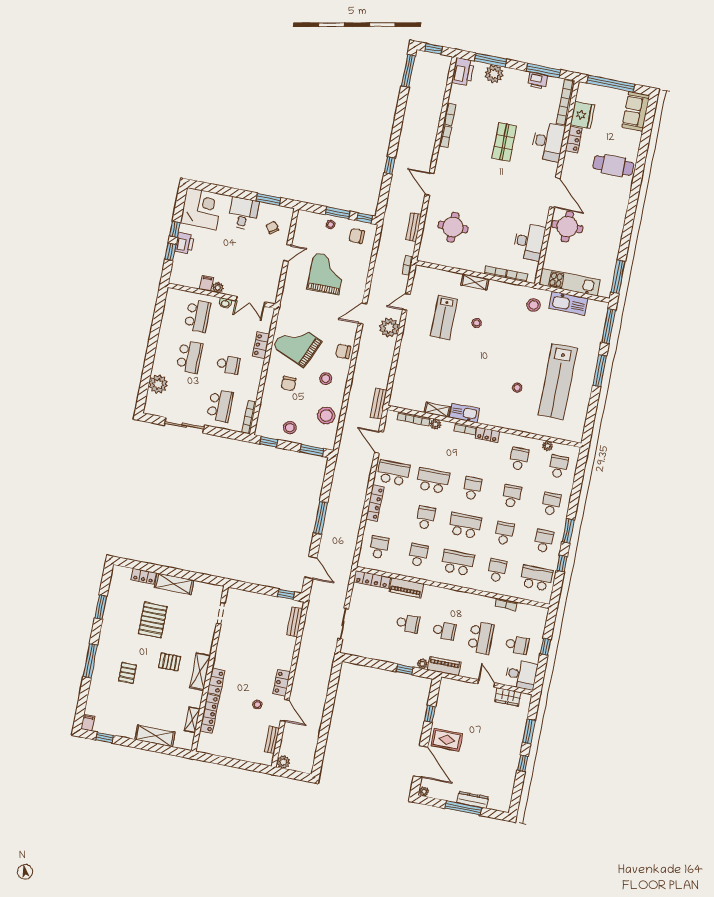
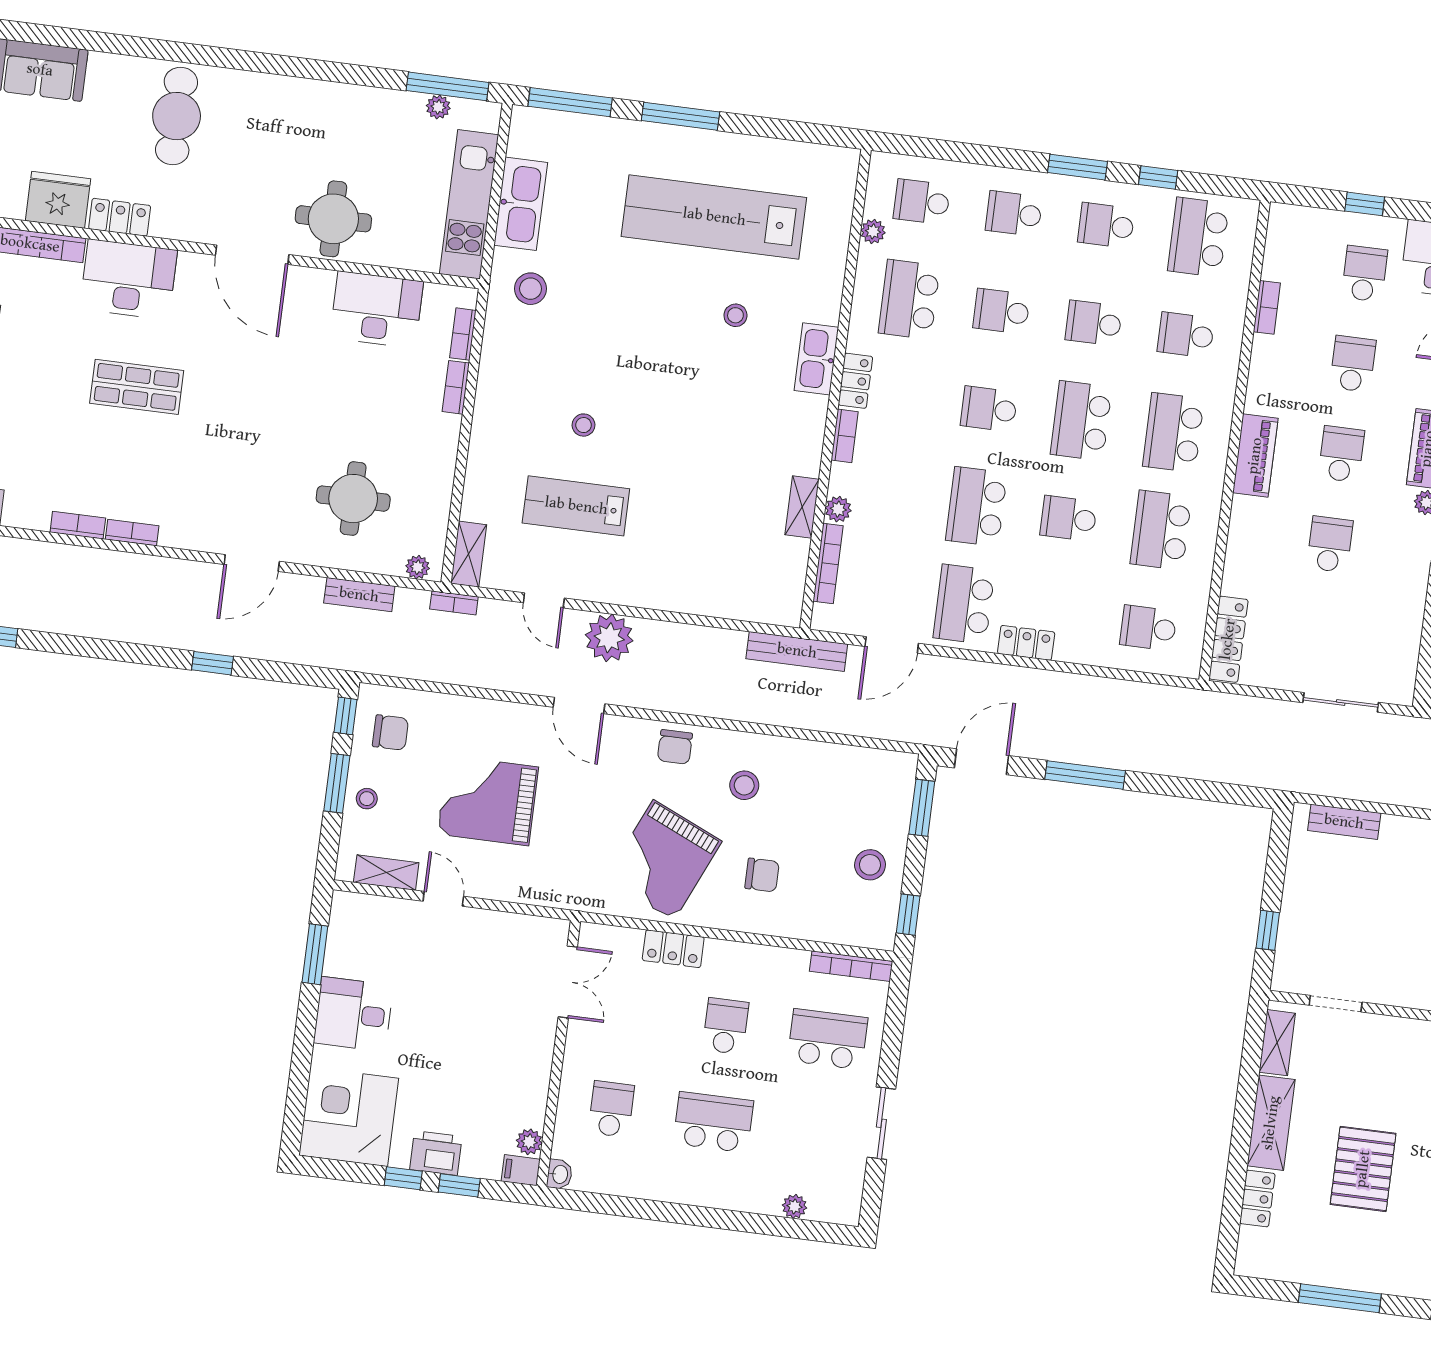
door: (555, 193) -> (252, 255), swing flipped
chair: (272, 228) -> (384, 940), removed
shelving: (300, 230) -> (386, 873), added
chair: (357, 236) -> (390, 732), turned -90
plant: (423, 251) -> (418, 567), added
plant: (610, 272) -> (438, 107), added
shelving: (475, 282) -> (469, 554), moved
filing cabinet: (207, 283) -> (521, 1170), moved
plant: (218, 288) -> (529, 1142), moved
washbasin: (225, 303) -> (560, 1174), moved
school desk: (197, 316) -> (611, 1109), width x0.54
lab bench: (444, 318) -> (576, 506), turned 180
lab bench: (558, 382) -> (714, 217), turned 180
plant: (158, 384) -> (794, 1206), width x0.53, depth x0.53
bench: (379, 404) -> (797, 651), width x1.36
kitchen sink: (464, 413) -> (816, 359), moved
stool: (326, 416) -> (835, 778), removed
sliding door: (184, 425) -> (881, 1123), width x0.73
school desk: (519, 459) -> (909, 299), width x1.85
locker: (375, 503) -> (1026, 643), width x0.66
school desk: (418, 555) -> (1161, 530), width x1.85
door: (311, 568) -> (982, 762), moved
shelving: (206, 588) -> (1277, 1043), added
piano: (406, 588) -> (1255, 456), moved
window: (286, 594) -> (1268, 930), moved
window: (101, 607) -> (1340, 1298), width x1.44
pallet: (153, 620) -> (1363, 1169), turned 90
school desk: (481, 638) -> (1353, 364), width x0.54

